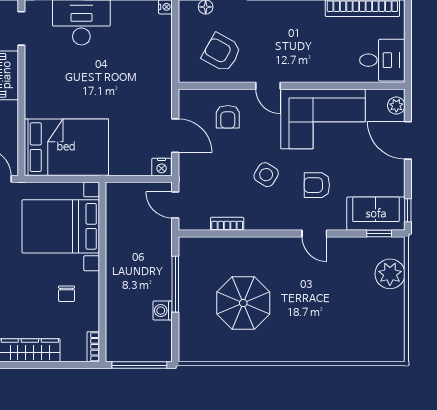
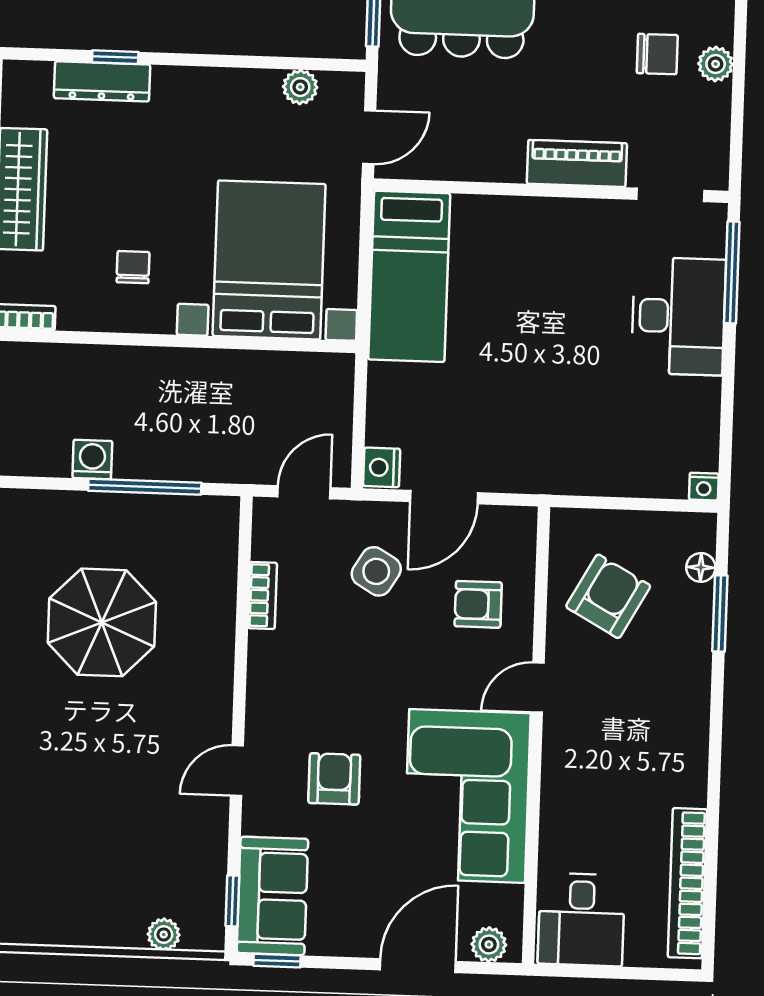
bed: (66, 147) -> (409, 276), width x0.67
side table: (266, 175) -> (376, 571), moved
plant: (390, 274) -> (164, 935), width x0.53, depth x0.53
chair: (67, 294) -> (133, 267), turned 90

